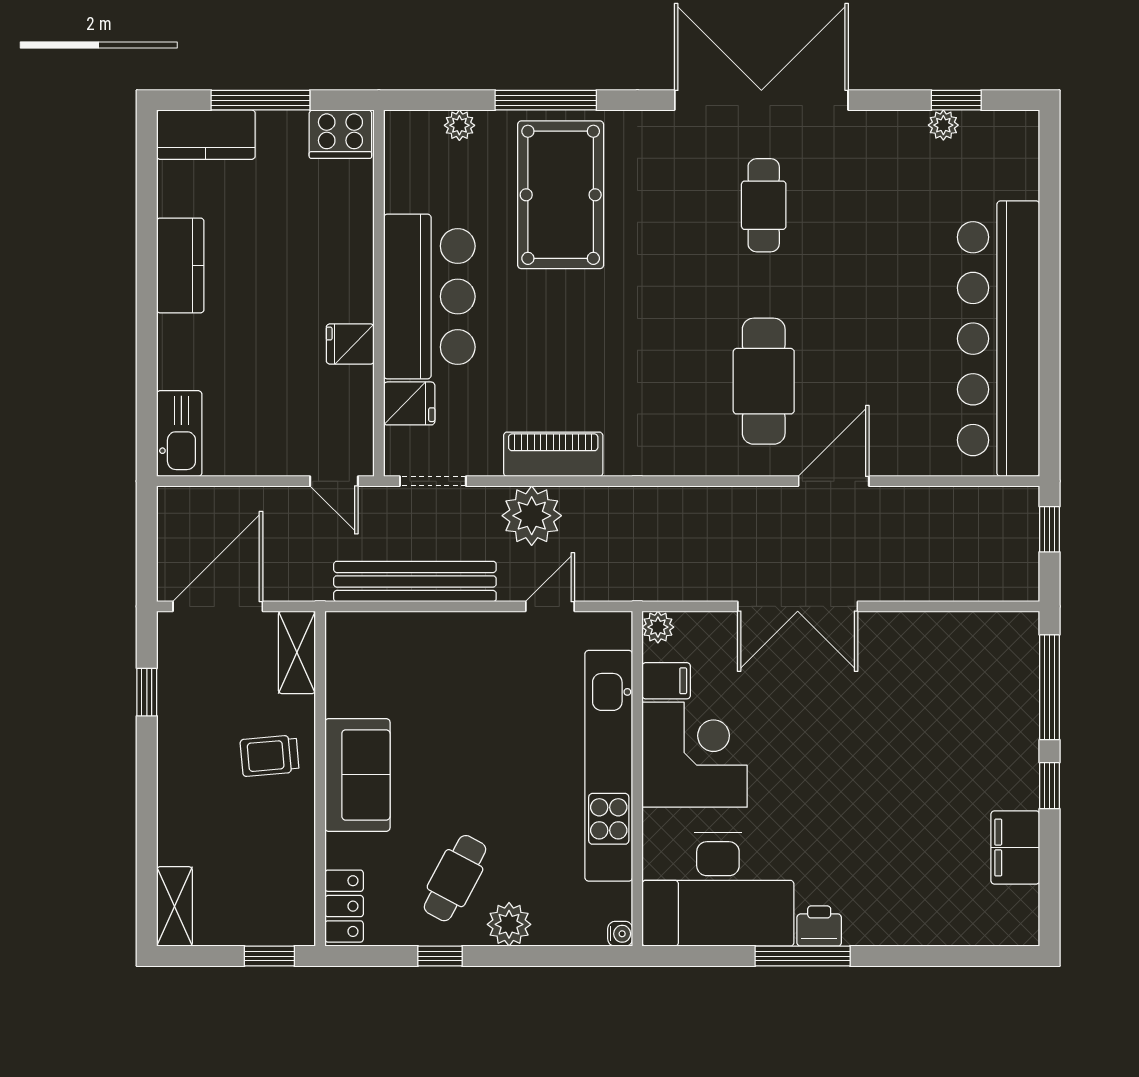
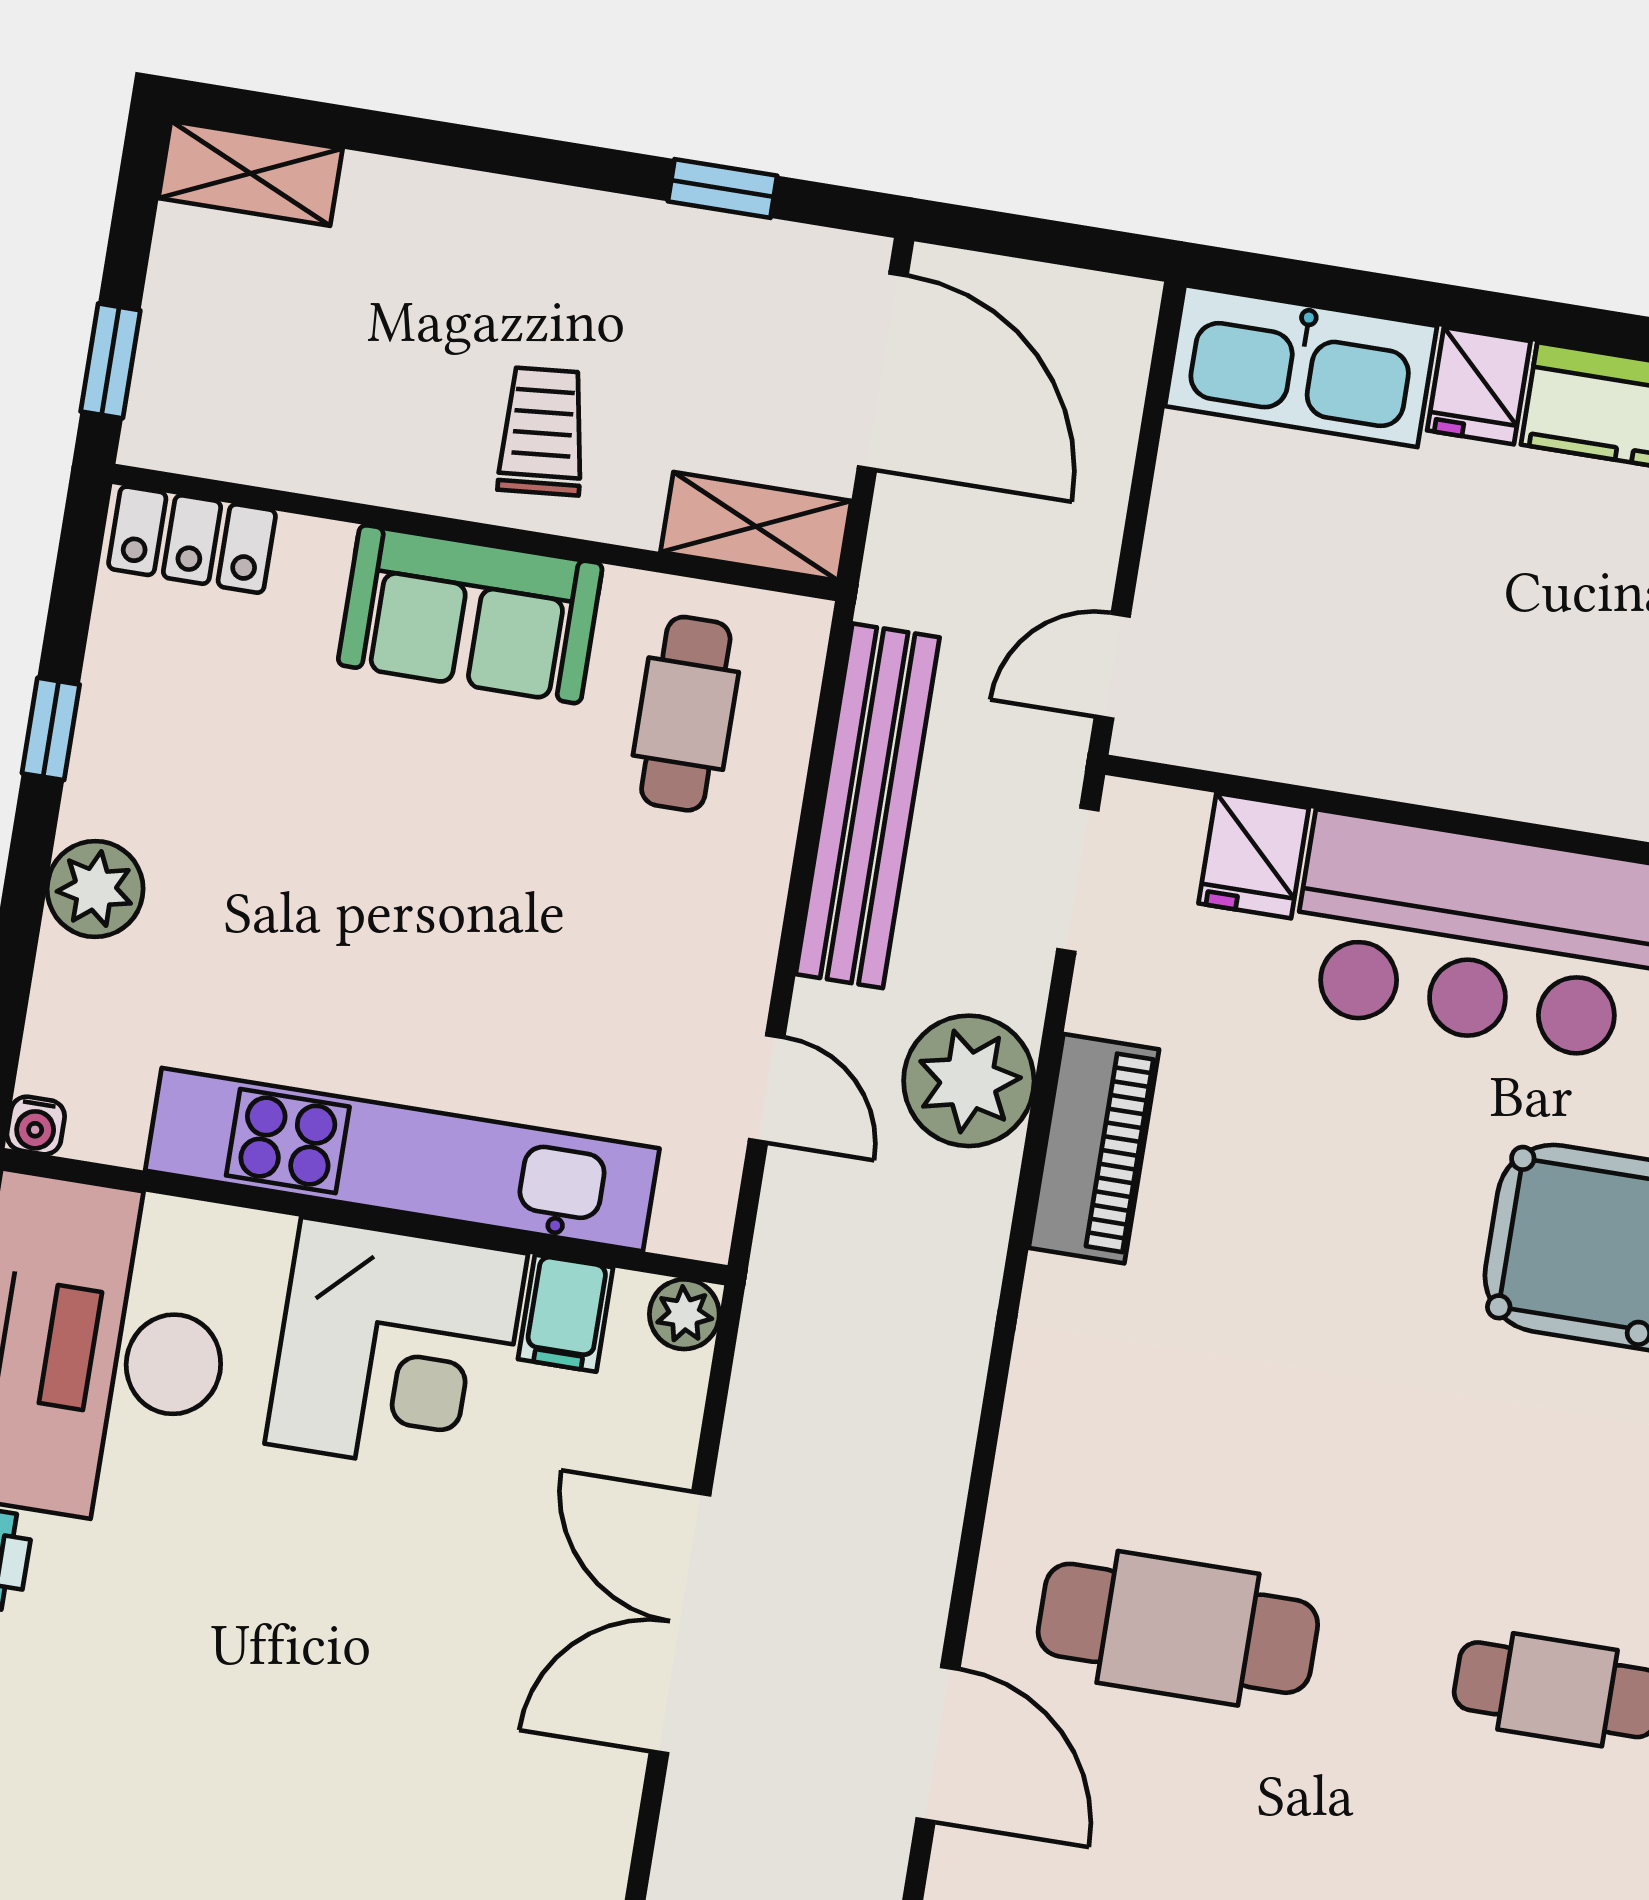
fridge: (350, 344) -> (1479, 386), moved, turned 180
kitchen sink: (179, 434) -> (1301, 366), width x1.36, depth x1.24
cafe table: (455, 878) -> (686, 714), moved, turned 62

